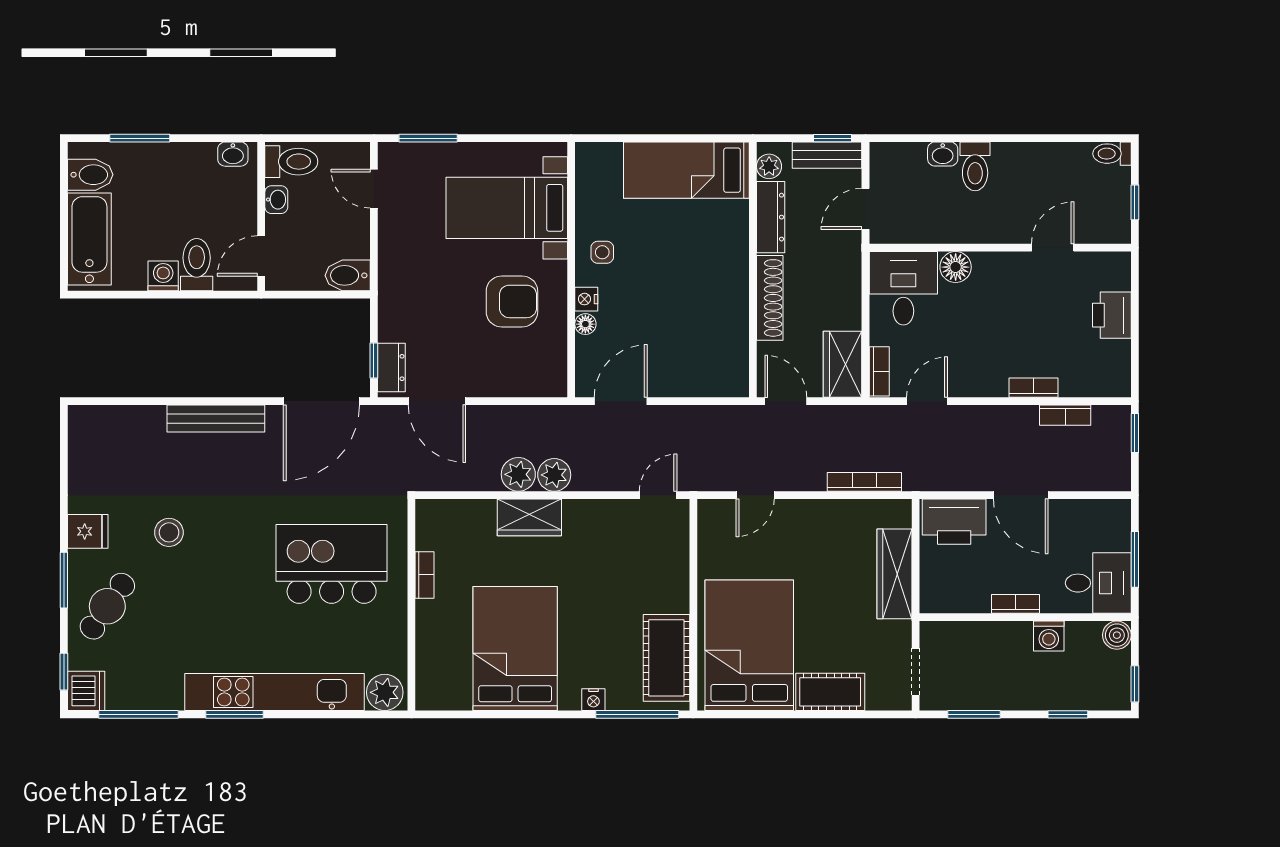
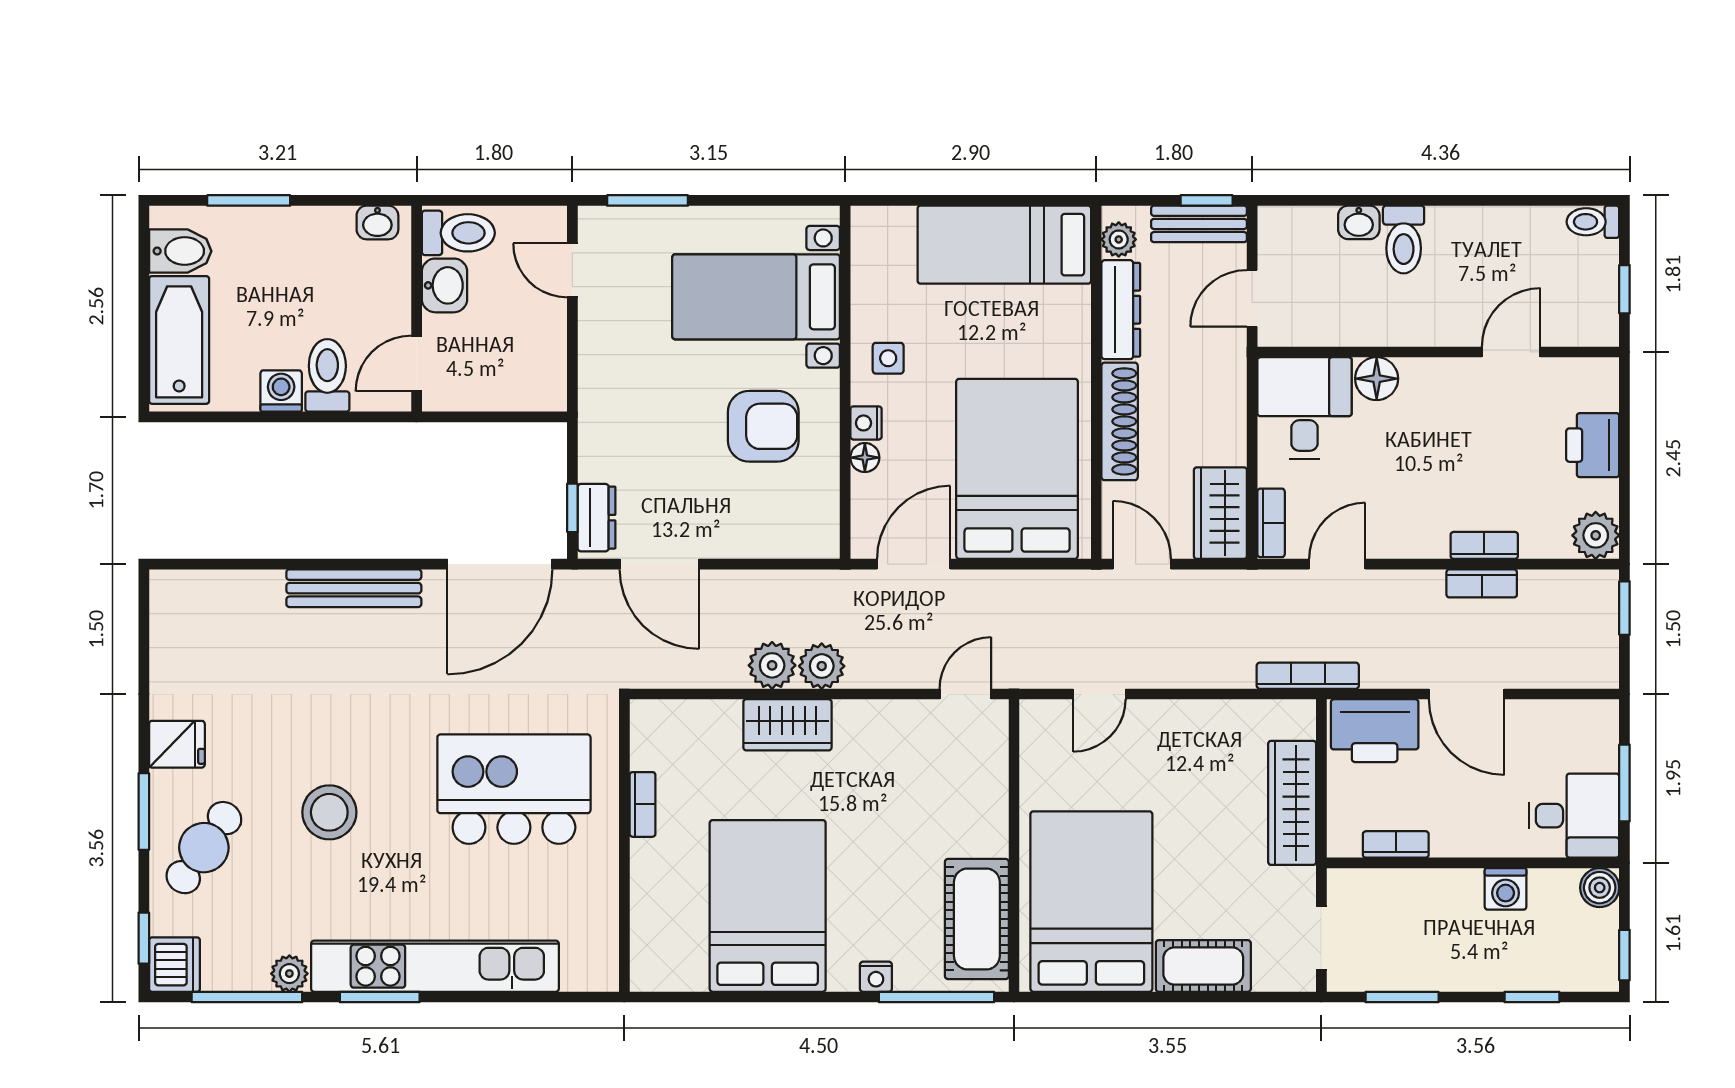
washbasin: (276, 200) -> (444, 285), width x1.38, depth x1.45
bidet: (348, 275) -> (536, 390), removed
bed: (695, 332) -> (1017, 469), added
plant: (1114, 380) -> (1596, 535), added
bookcase: (1065, 415) -> (1482, 583), moved
bookcase: (864, 482) -> (1308, 676), moved
stool: (169, 532) -> (329, 812), moved, width x1.38, depth x1.38
bookcase: (1016, 604) -> (1396, 844), moved
plant: (385, 692) -> (289, 974), moved, width x0.73, depth x0.73

